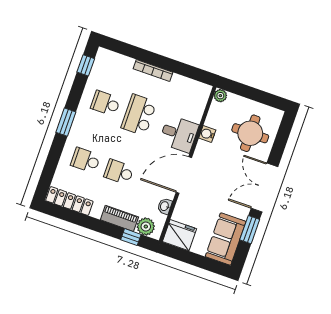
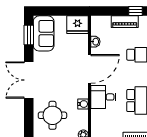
double door: (264, 187) -> (29, 80), swing flipped
plant: (146, 227) -> (104, 22), removed
window: (250, 230) -> (29, 35), moved
window: (131, 237) -> (136, 11), moved

